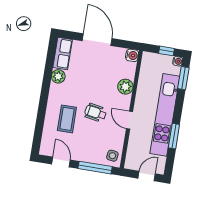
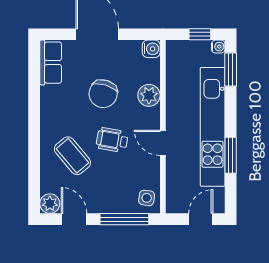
plant: (58, 76) -> (50, 204), moved
chair: (95, 80) -> (103, 94), added
coffee table: (67, 119) -> (72, 156), turned -40

